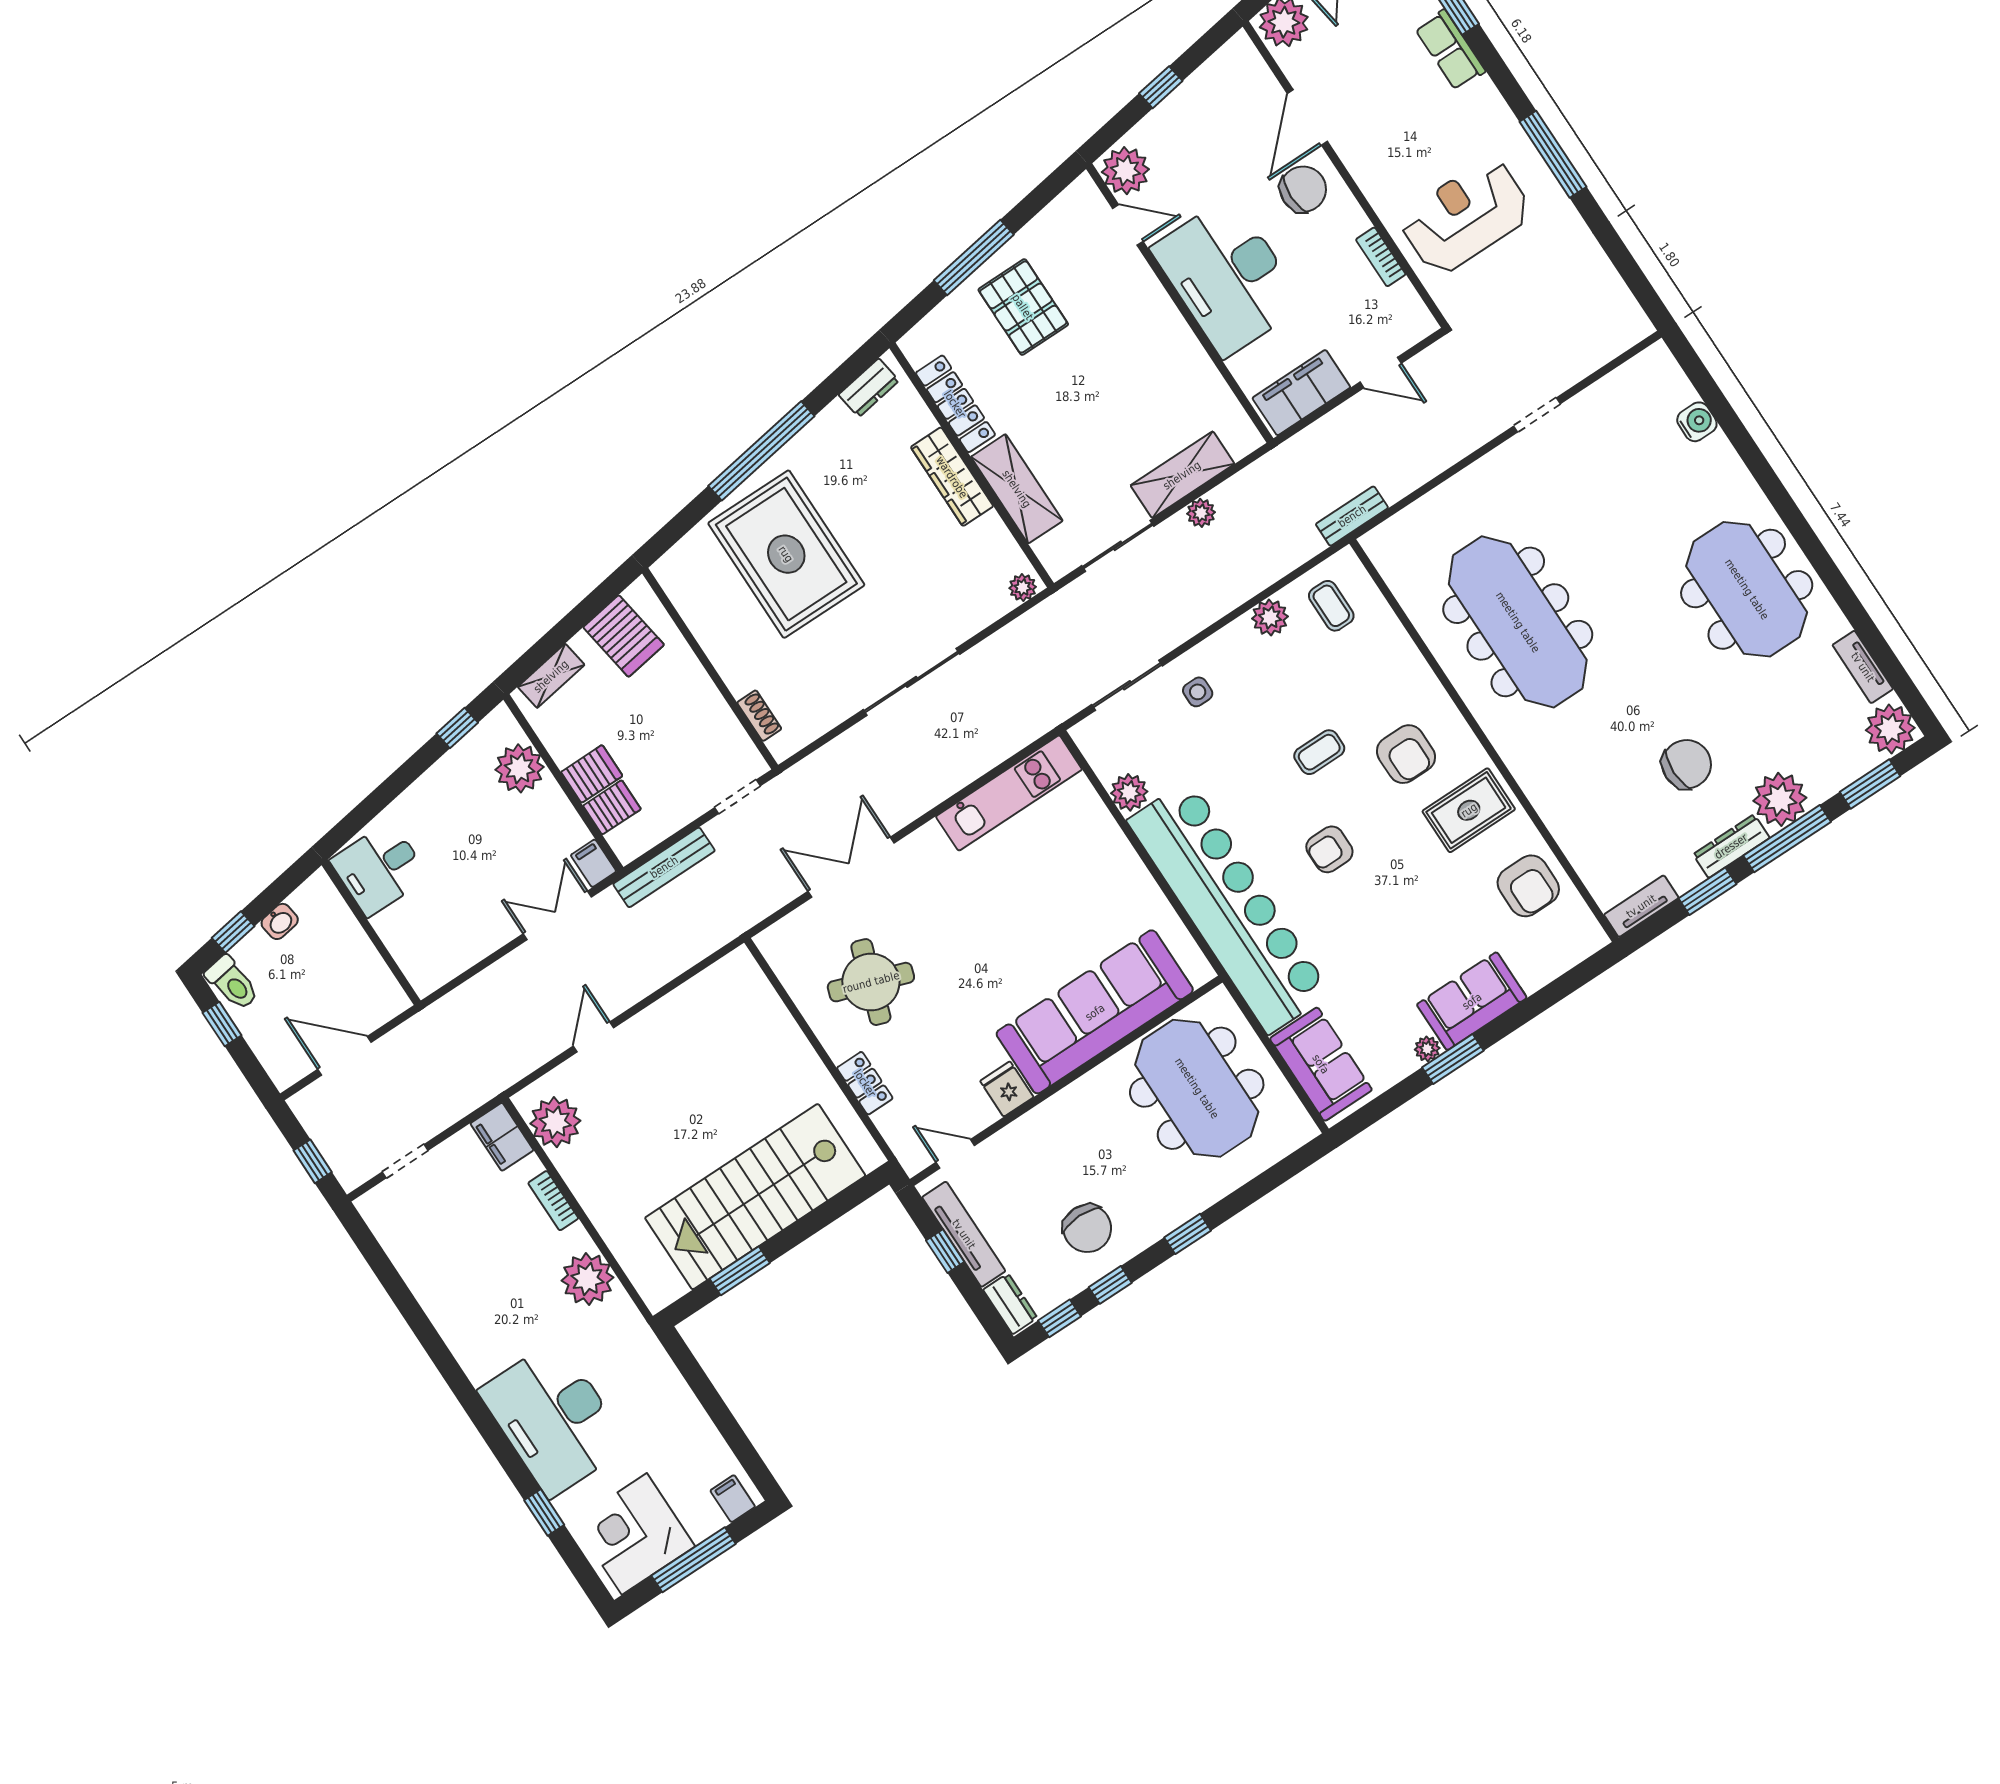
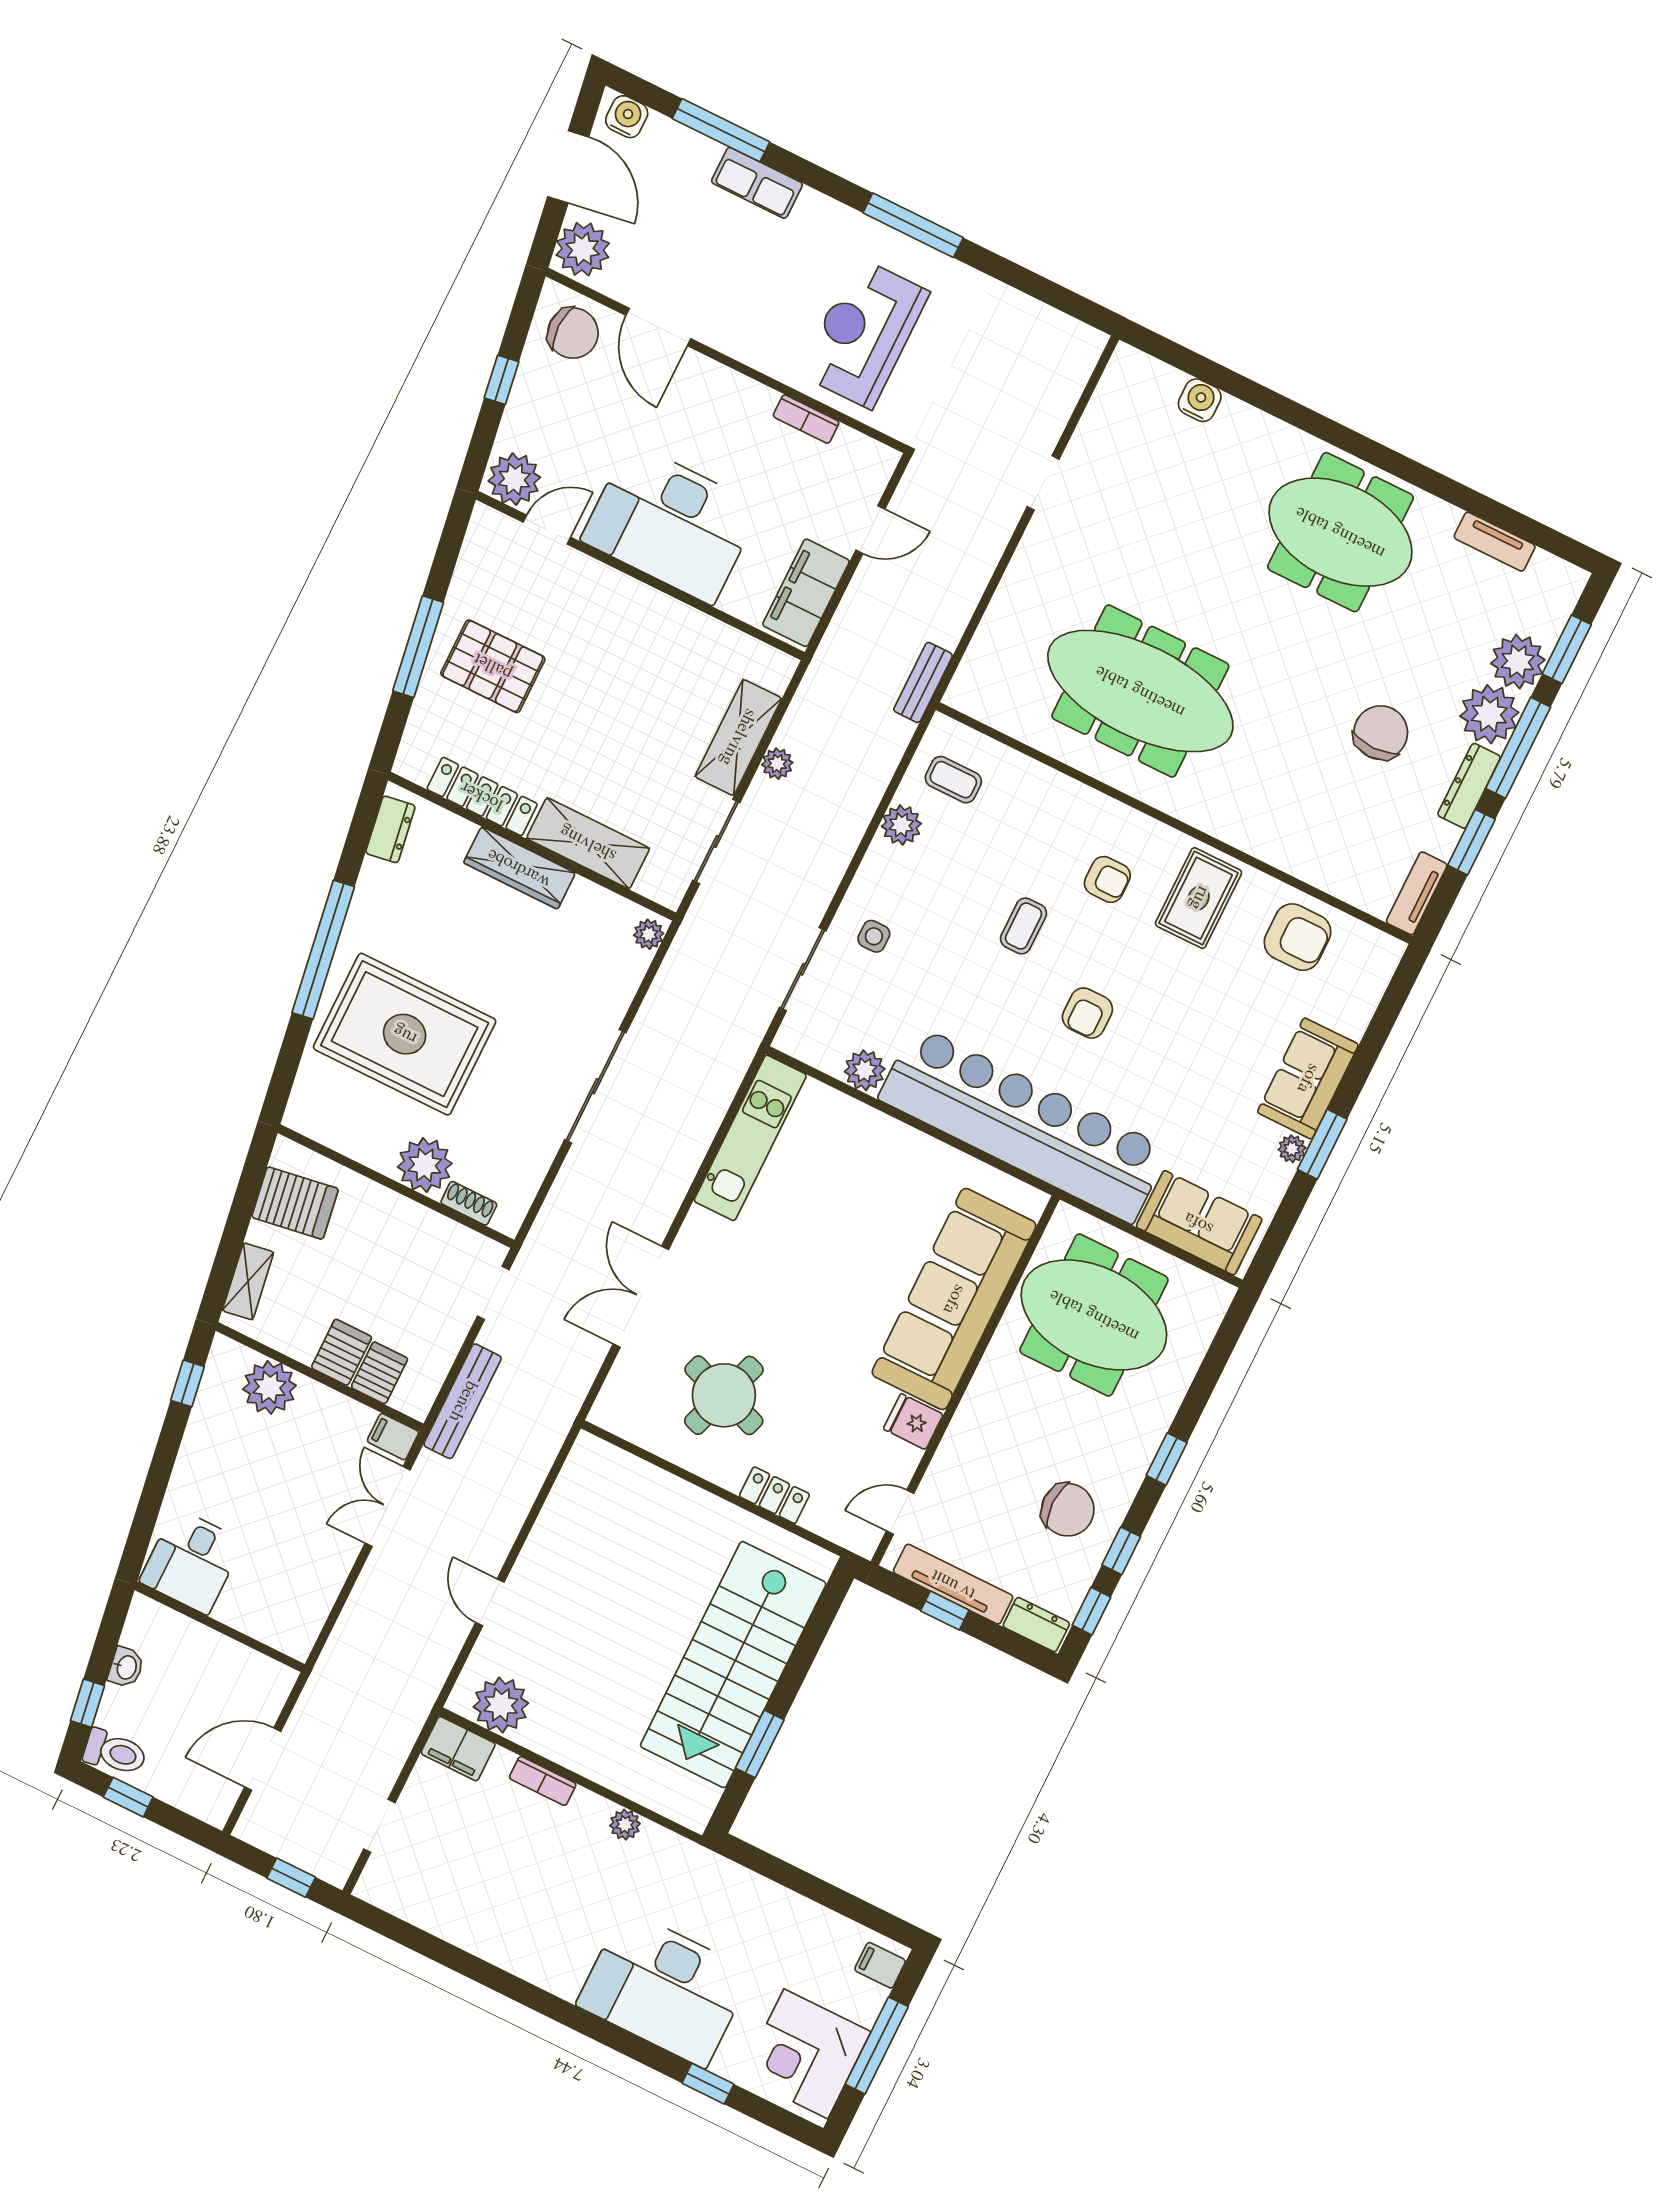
chair: (1303, 189) -> (573, 333), moved, turned 90
plant: (742, 666) -> (425, 1165), added
plant: (1890, 729) -> (1518, 662), moved
armchair: (1406, 754) -> (1107, 879), width x0.72, depth x0.72
plant: (587, 1279) -> (625, 1825), width x0.53, depth x0.53

